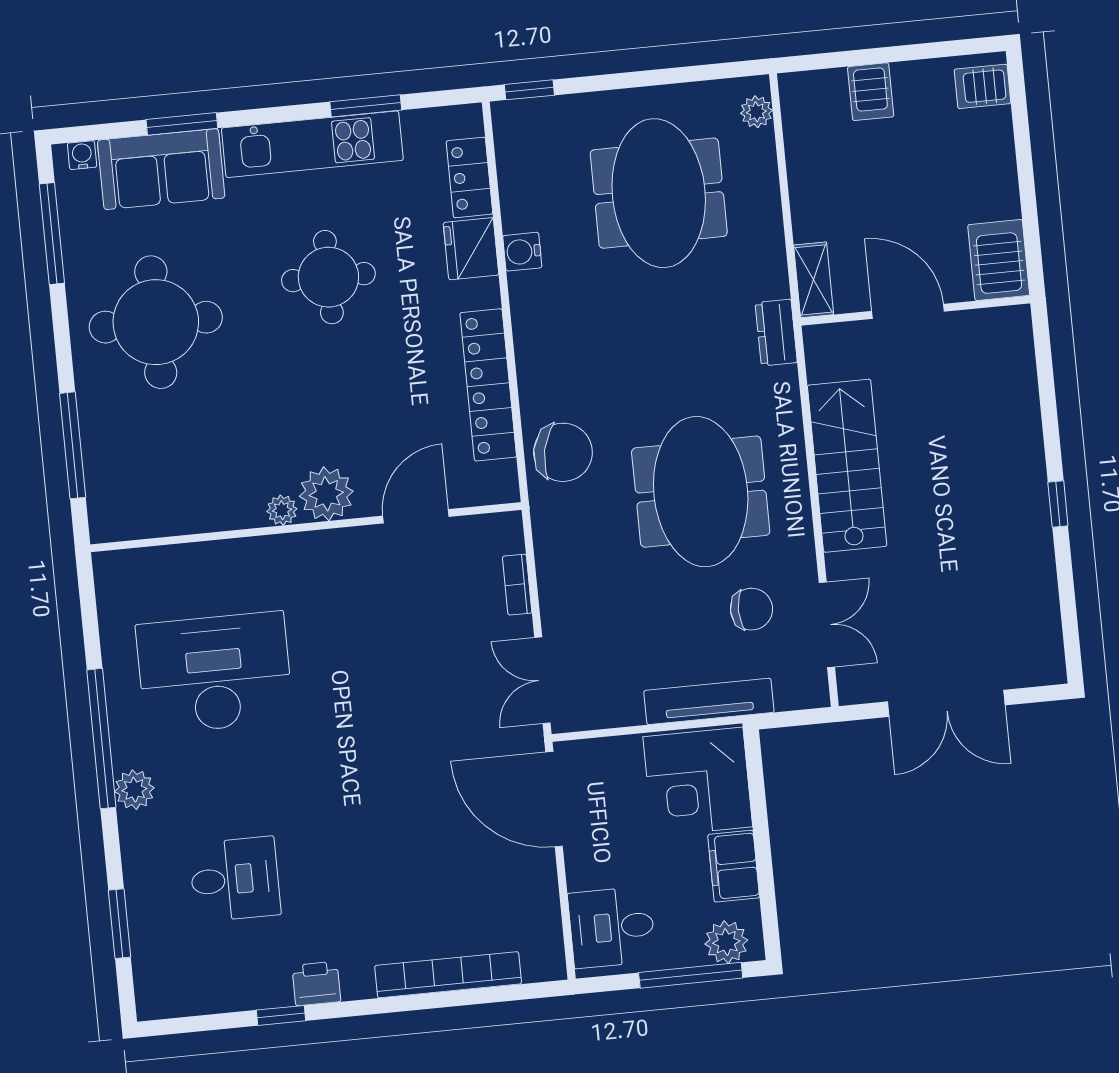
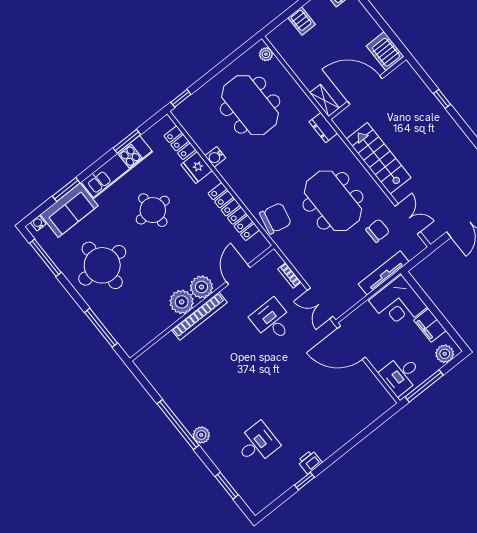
door: (908, 311) -> (365, 90), width x1.36
window: (1058, 504) -> (442, 99), moved
plant: (282, 510) -> (182, 302), width x1.87, depth x1.87
desk: (215, 673) -> (272, 321), moved, width x0.53, depth x0.77
bookcase: (448, 975) -> (199, 316), moved, turned 180
window: (691, 975) -> (424, 386), moved

